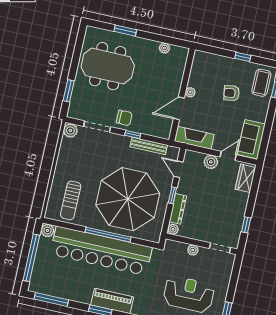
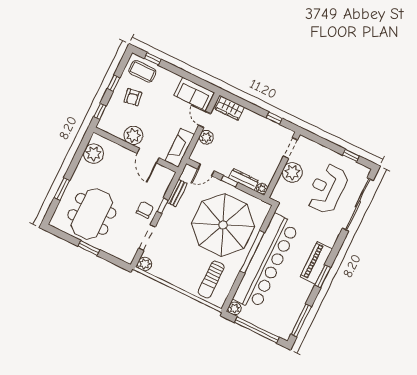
plant: (164, 48) -> (94, 154), width x1.88, depth x1.88
window: (212, 50) -> (100, 111), added
window: (69, 91) -> (89, 248), moved
plant: (190, 92) -> (133, 135), width x1.87, depth x1.87
armchair: (232, 93) -> (133, 97), moved
bench: (149, 146) -> (177, 193), width x0.73
sun lounger: (71, 200) -> (211, 280), turned 90
plant: (193, 250) -> (292, 172), width x1.87, depth x1.87

